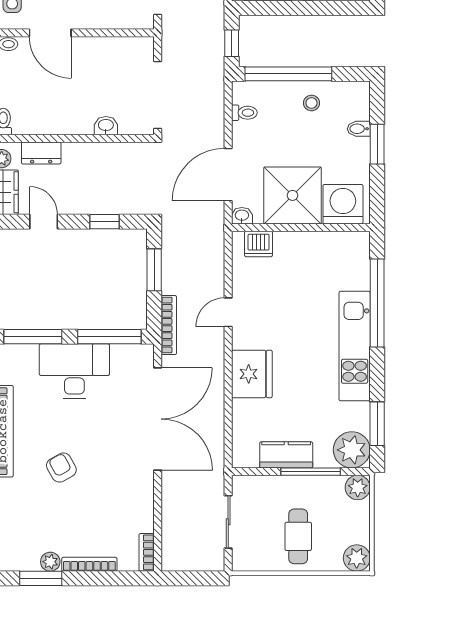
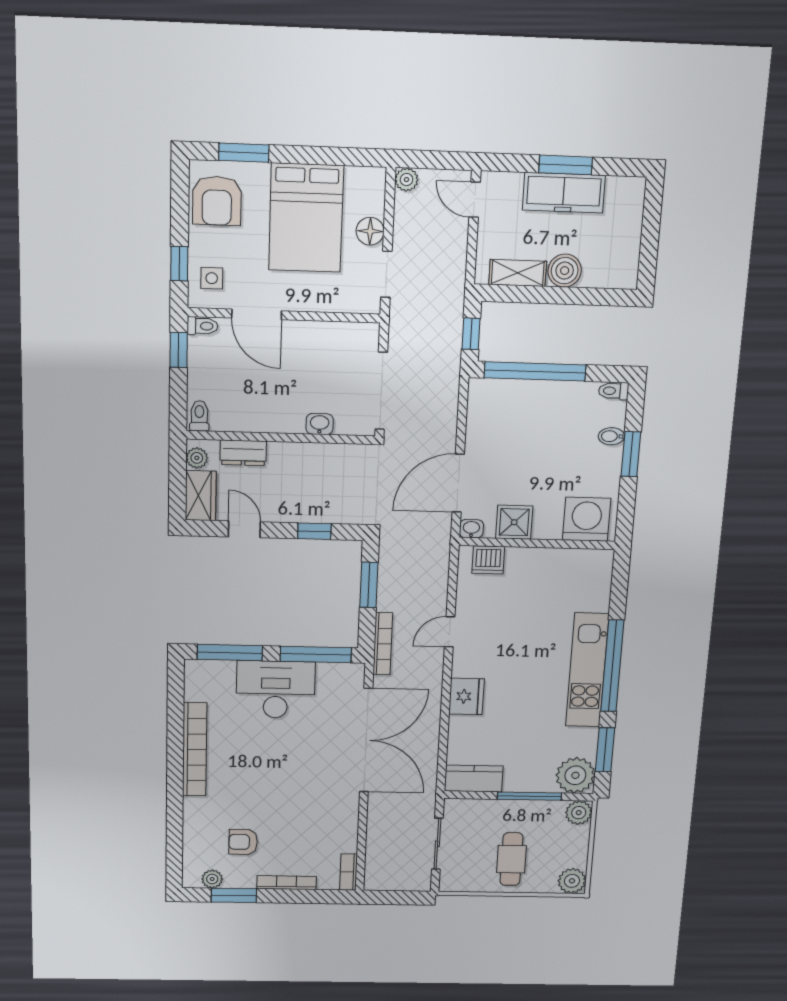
stool: (312, 103) -> (560, 405), removed
toilet: (244, 113) -> (614, 391), moved, turned 180
shower: (293, 195) -> (514, 522), width x0.54, depth x0.54
window: (377, 303) -> (612, 666), moved
fridge: (252, 374) -> (466, 696), width x0.73, depth x0.75
kitchen counter: (286, 455) -> (474, 778), moved
armchair: (61, 468) -> (243, 842), moved, turned -61
plant: (50, 562) -> (212, 879), moved

